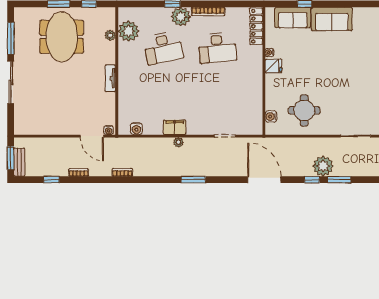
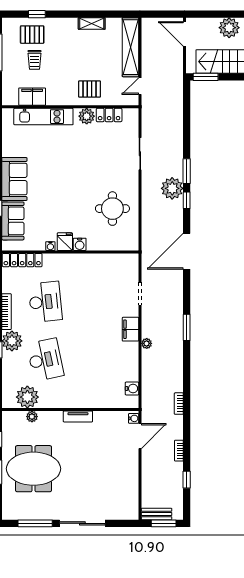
water cooler: (271, 117) -> (80, 244), moved
filing cabinet: (175, 127) -> (131, 329), moved
bench: (19, 162) -> (156, 514), moved

